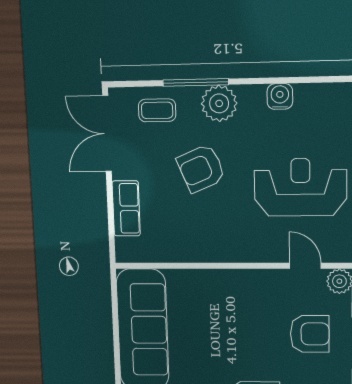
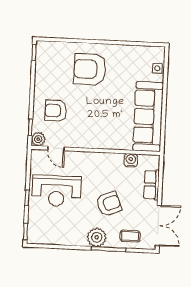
water cooler: (280, 96) -> (131, 160), moved, turned 180

